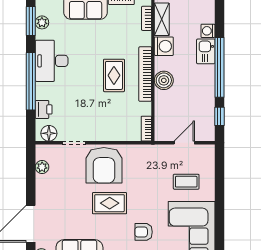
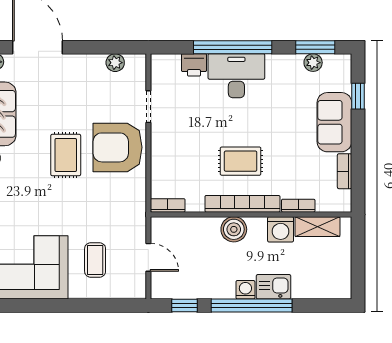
bookcase: (147, 18) -> (298, 206), moved
washing machine: (208, 31) -> (245, 290), moved
desk: (52, 61) -> (236, 76), moved
floor lamp: (49, 133) -> (161, 72), removed
armchair: (144, 232) -> (26, 202), removed

